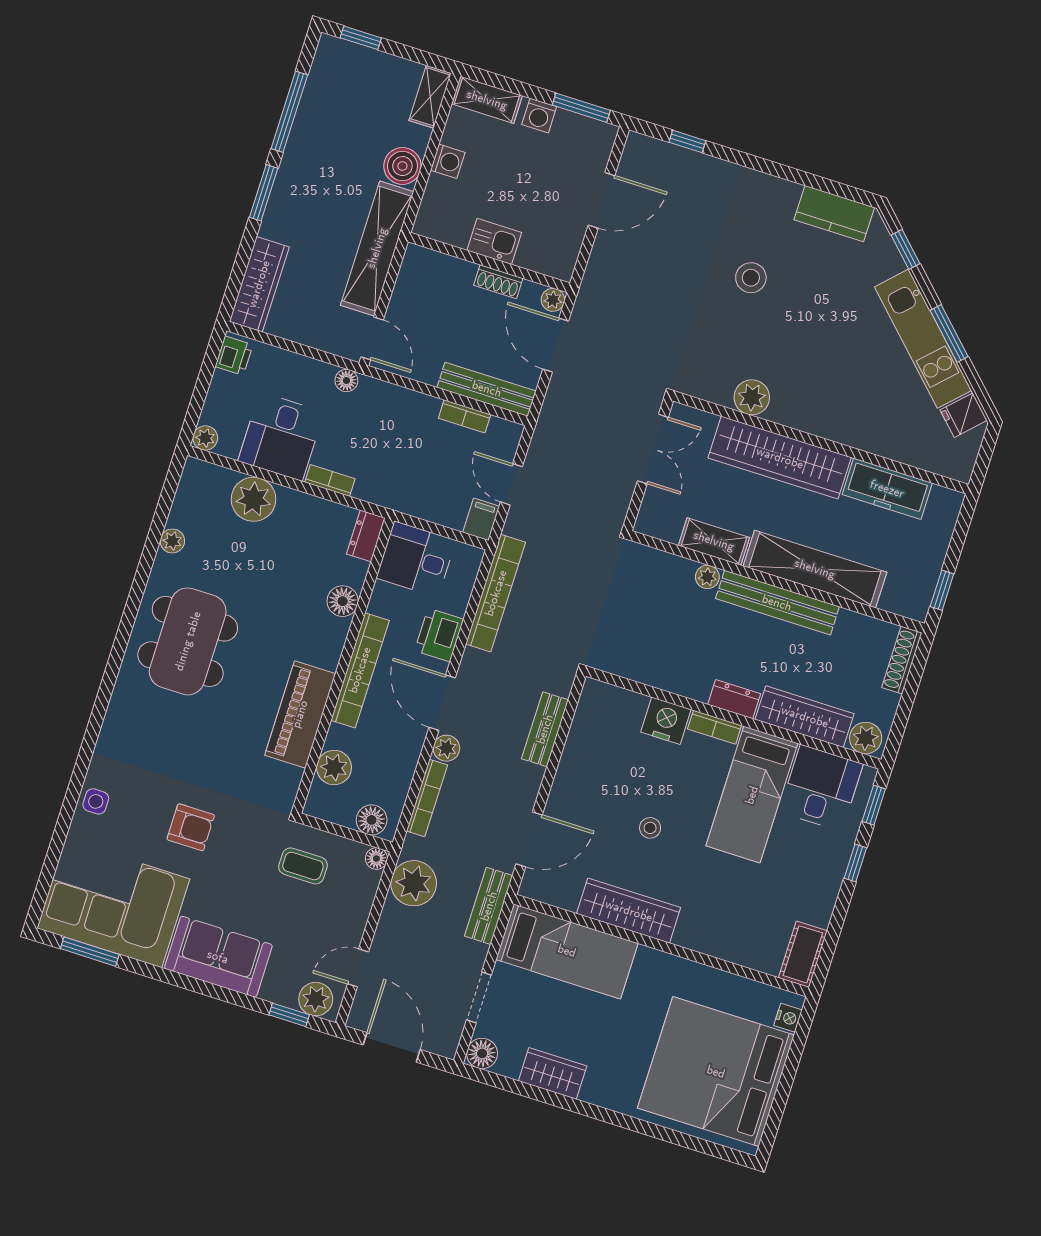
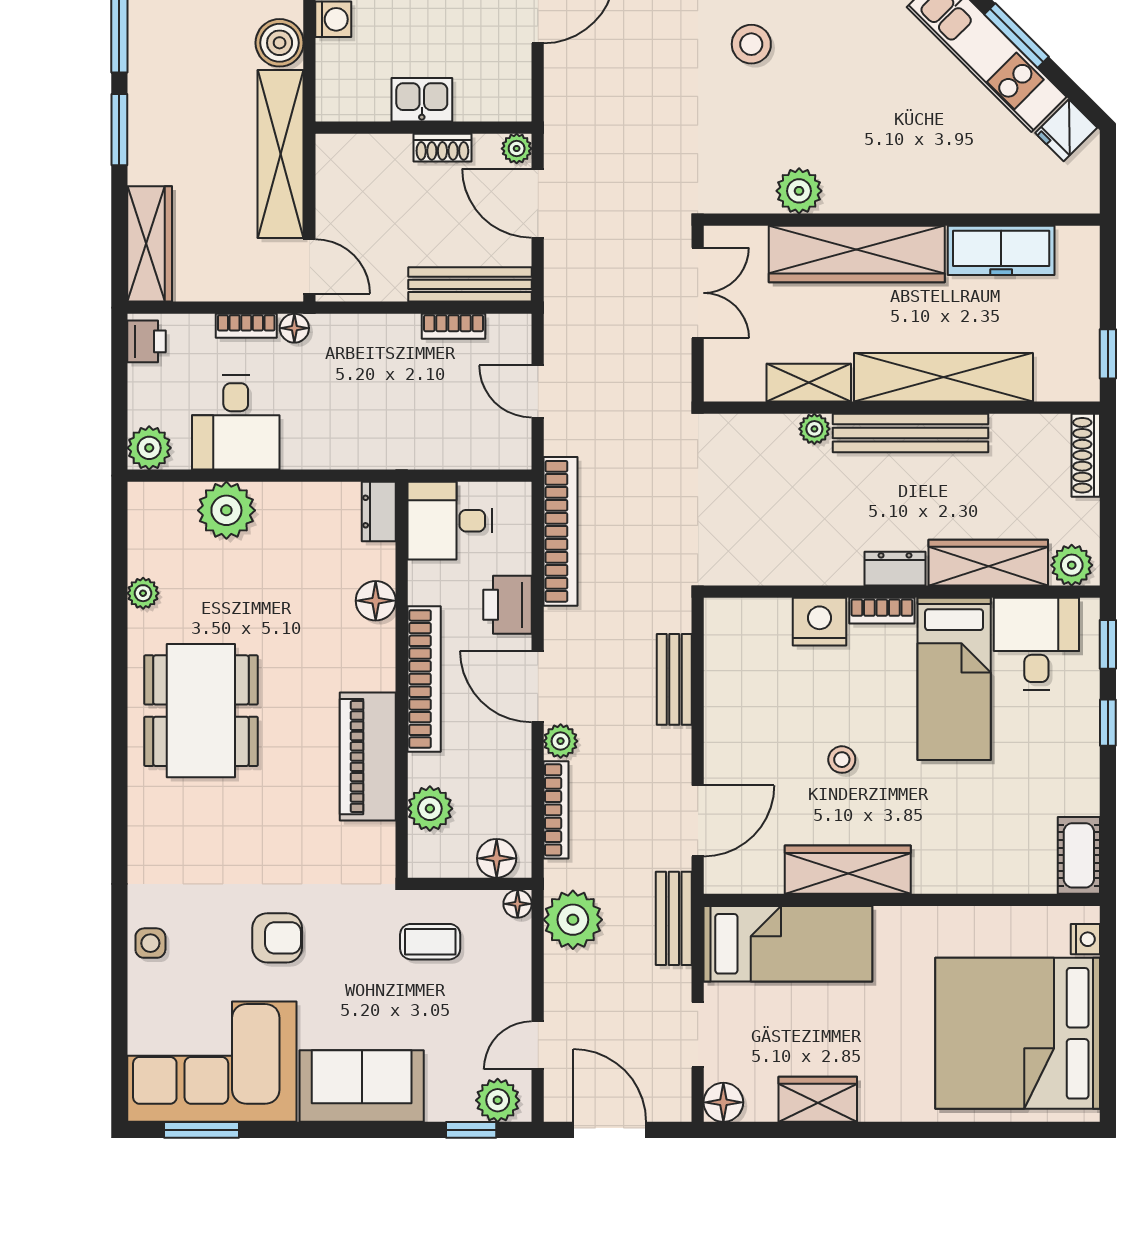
plant: (205, 438) -> (149, 448), width x1.38, depth x1.38
bookcase: (330, 481) -> (246, 326), moved, turned 180
filing cabinet: (481, 519) -> (514, 446), removed

